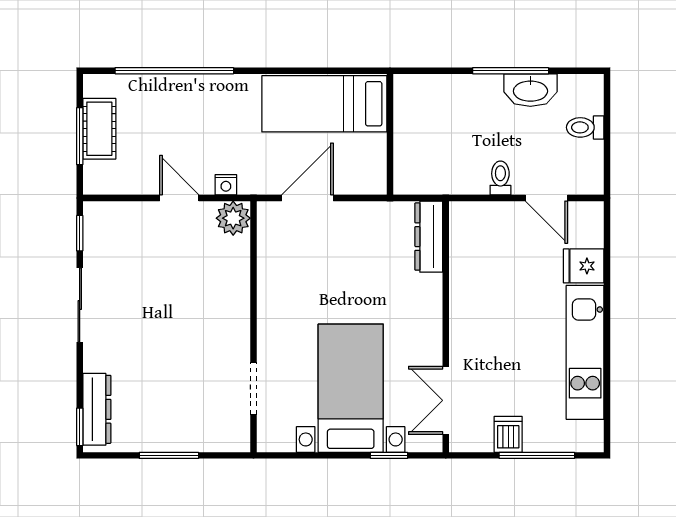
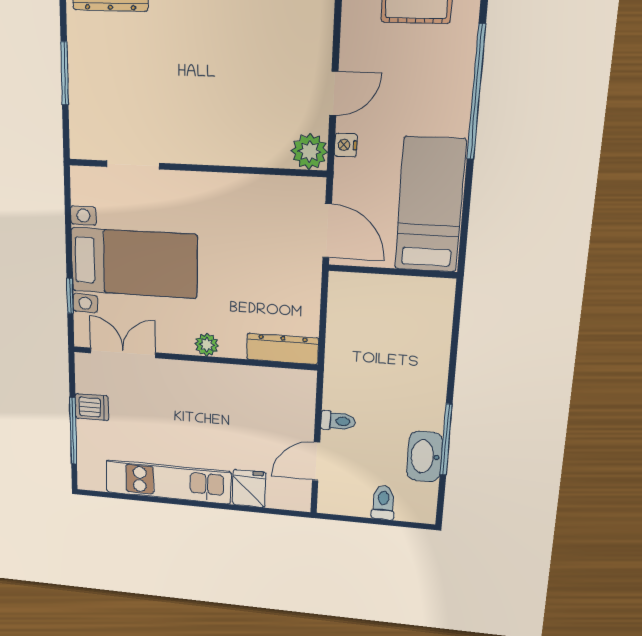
bed: (324, 104) -> (430, 205), moved
wall: (390, 134) -> (392, 271), moved
plant: (430, 313) -> (207, 345), added

